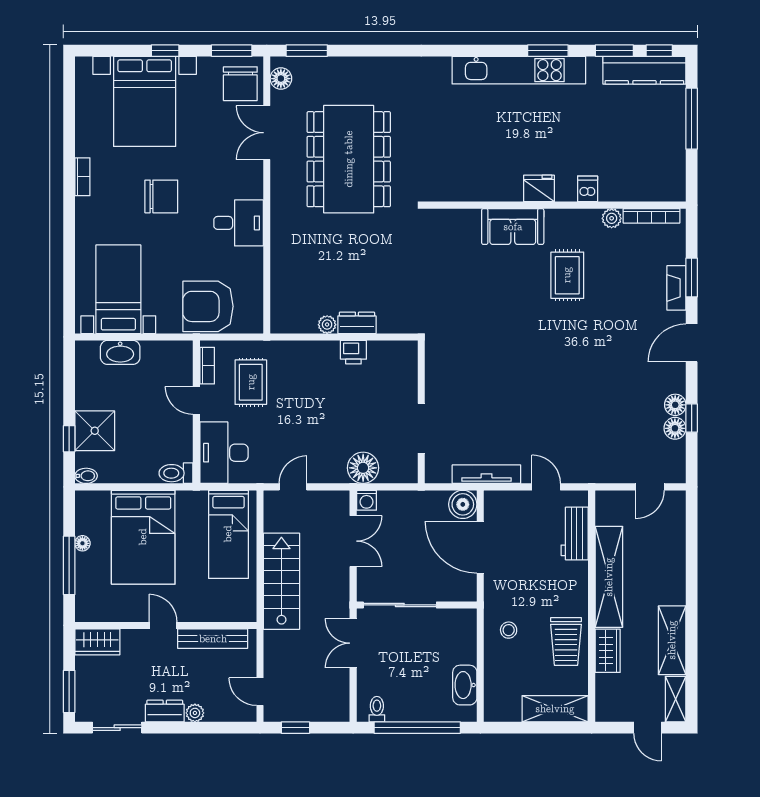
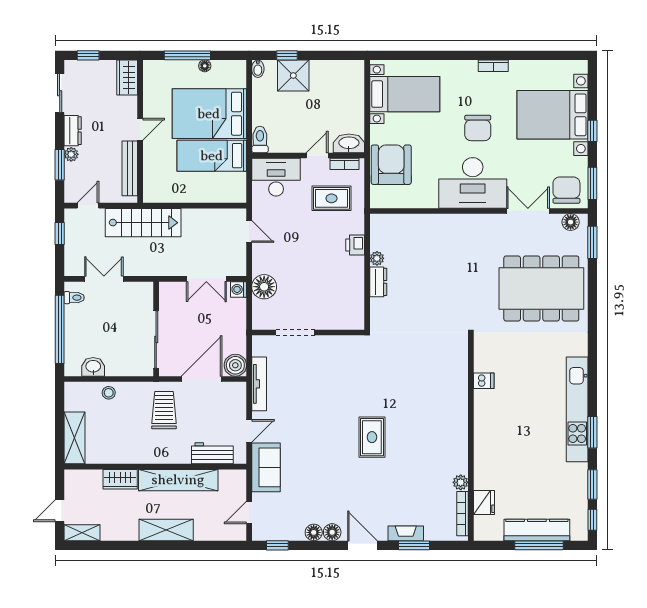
kitchen counter: (644, 70) -> (537, 530), moved, turned 90
chair: (240, 84) -> (566, 190), turned 90
dining table: (349, 159) -> (541, 288), moved
fridge: (539, 188) -> (484, 503), moved
dishwasher: (588, 189) -> (484, 381), moved
desk: (239, 223) -> (473, 183), width x1.87, depth x1.30
sofa: (513, 227) -> (266, 467), moved, turned 180
rug: (567, 275) -> (372, 437), moved, turned 90
washbasin: (120, 352) -> (349, 143), moved, turned 90
printer: (353, 352) -> (355, 245), moved
window: (692, 418) -> (277, 545), moved
floor lamp: (675, 428) -> (332, 532), moved
door: (650, 487) -> (249, 513), hinge flipped
bed: (228, 534) -> (212, 156), moved
stairs: (281, 581) -> (143, 223), moved
sliding door: (400, 605) -> (156, 339), moved
stool: (509, 630) -> (109, 393), moved
shelving: (672, 640) -> (166, 530), moved
trolley: (566, 642) -> (164, 410), moved, turned 90
double door: (353, 643) -> (104, 279), moved
washbasin: (465, 685) -> (93, 367), width x0.72
window: (69, 691) -> (88, 55), width x0.67
window: (208, 728) -> (60, 165), added

